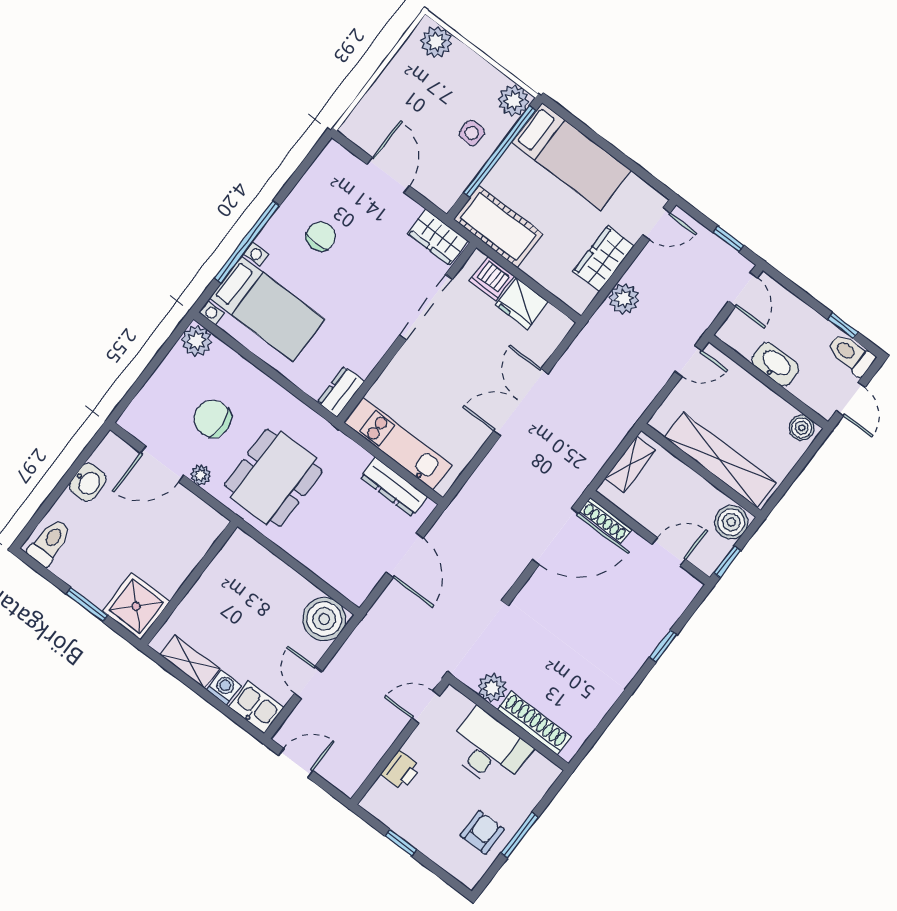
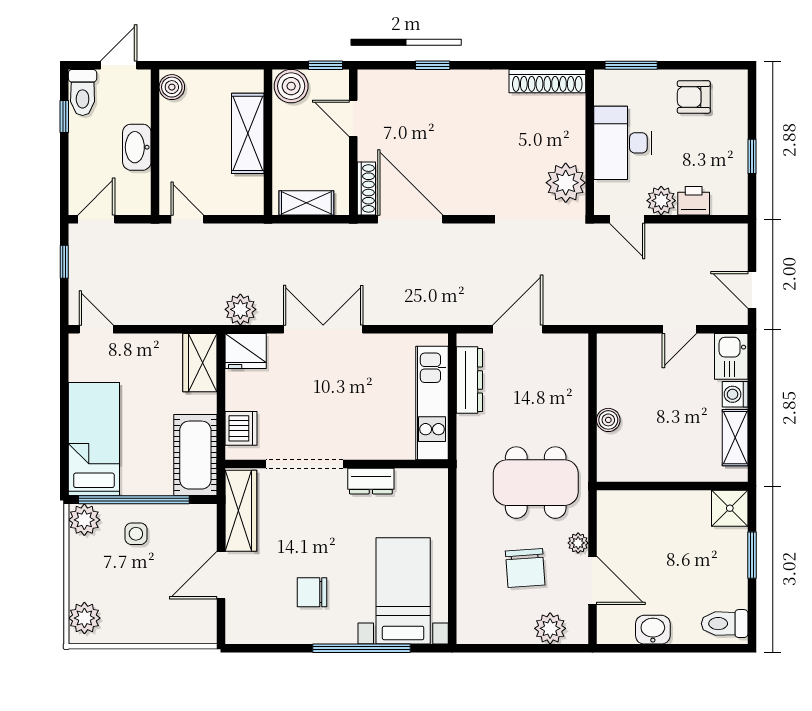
wardrobe: (438, 237) -> (241, 511), width x1.50
wardrobe: (604, 258) -> (200, 363), moved, turned 90
plant: (624, 299) -> (240, 309), moved
fridge: (522, 303) -> (246, 351), moved, turned 90
plant: (197, 341) -> (550, 628), moved
dresser: (341, 392) -> (371, 481), moved
double door: (521, 402) -> (323, 329), swing flipped
shelving: (720, 460) -> (248, 133), width x0.68
shower: (136, 606) -> (730, 508), width x0.73, depth x0.73
boiler: (324, 619) -> (608, 420), moved, width x0.54, depth x0.54
plant: (492, 688) -> (566, 183), width x1.36, depth x1.36
shoe rack: (534, 723) -> (547, 81), moved, turned -90
plant: (420, 745) -> (661, 201), added
window: (520, 835) -> (631, 65), moved

